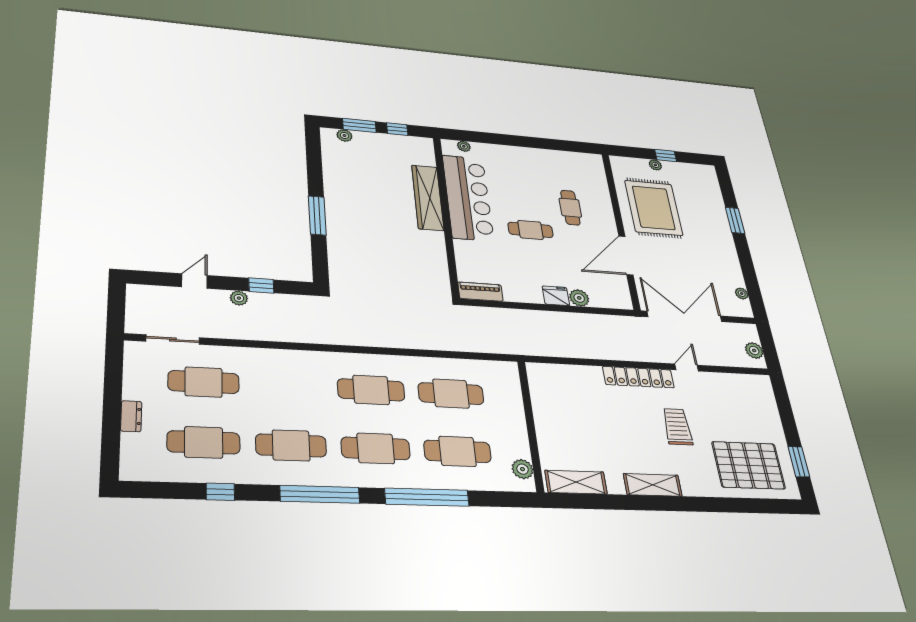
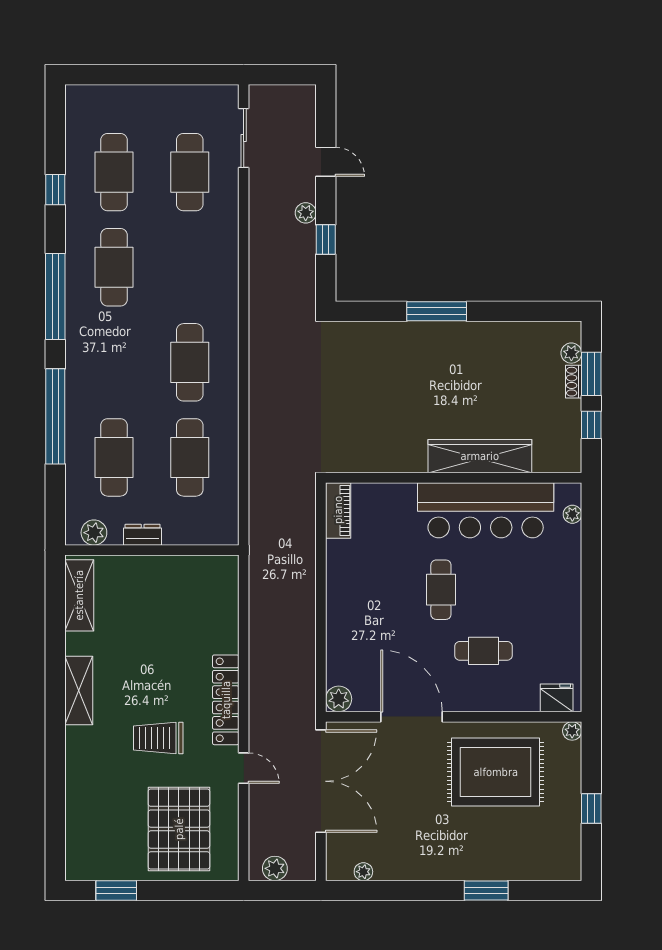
shoe rack: (366, 136) -> (574, 382), added
plant: (655, 165) -> (572, 731), moved
fridge: (556, 296) -> (557, 698), moved, turned -90
plant: (579, 298) -> (339, 699), moved
dresser: (131, 416) -> (143, 535), moved, turned 180
trolley: (677, 427) -> (158, 738), turned 180
cafe table: (376, 448) -> (114, 362), removed
pallet: (748, 465) -> (179, 829), moved

